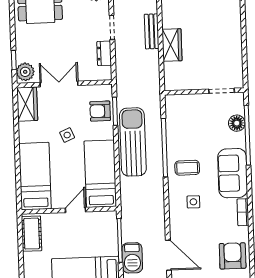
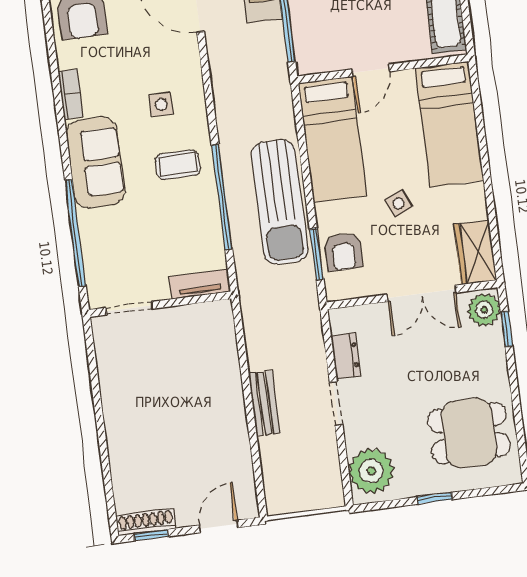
wardrobe: (172, 45) -> (225, 382), removed
tv unit: (181, 101) -> (200, 284), added
armchair: (100, 111) -> (343, 252), turned 90
floor lamp: (237, 123) -> (96, 253), removed

